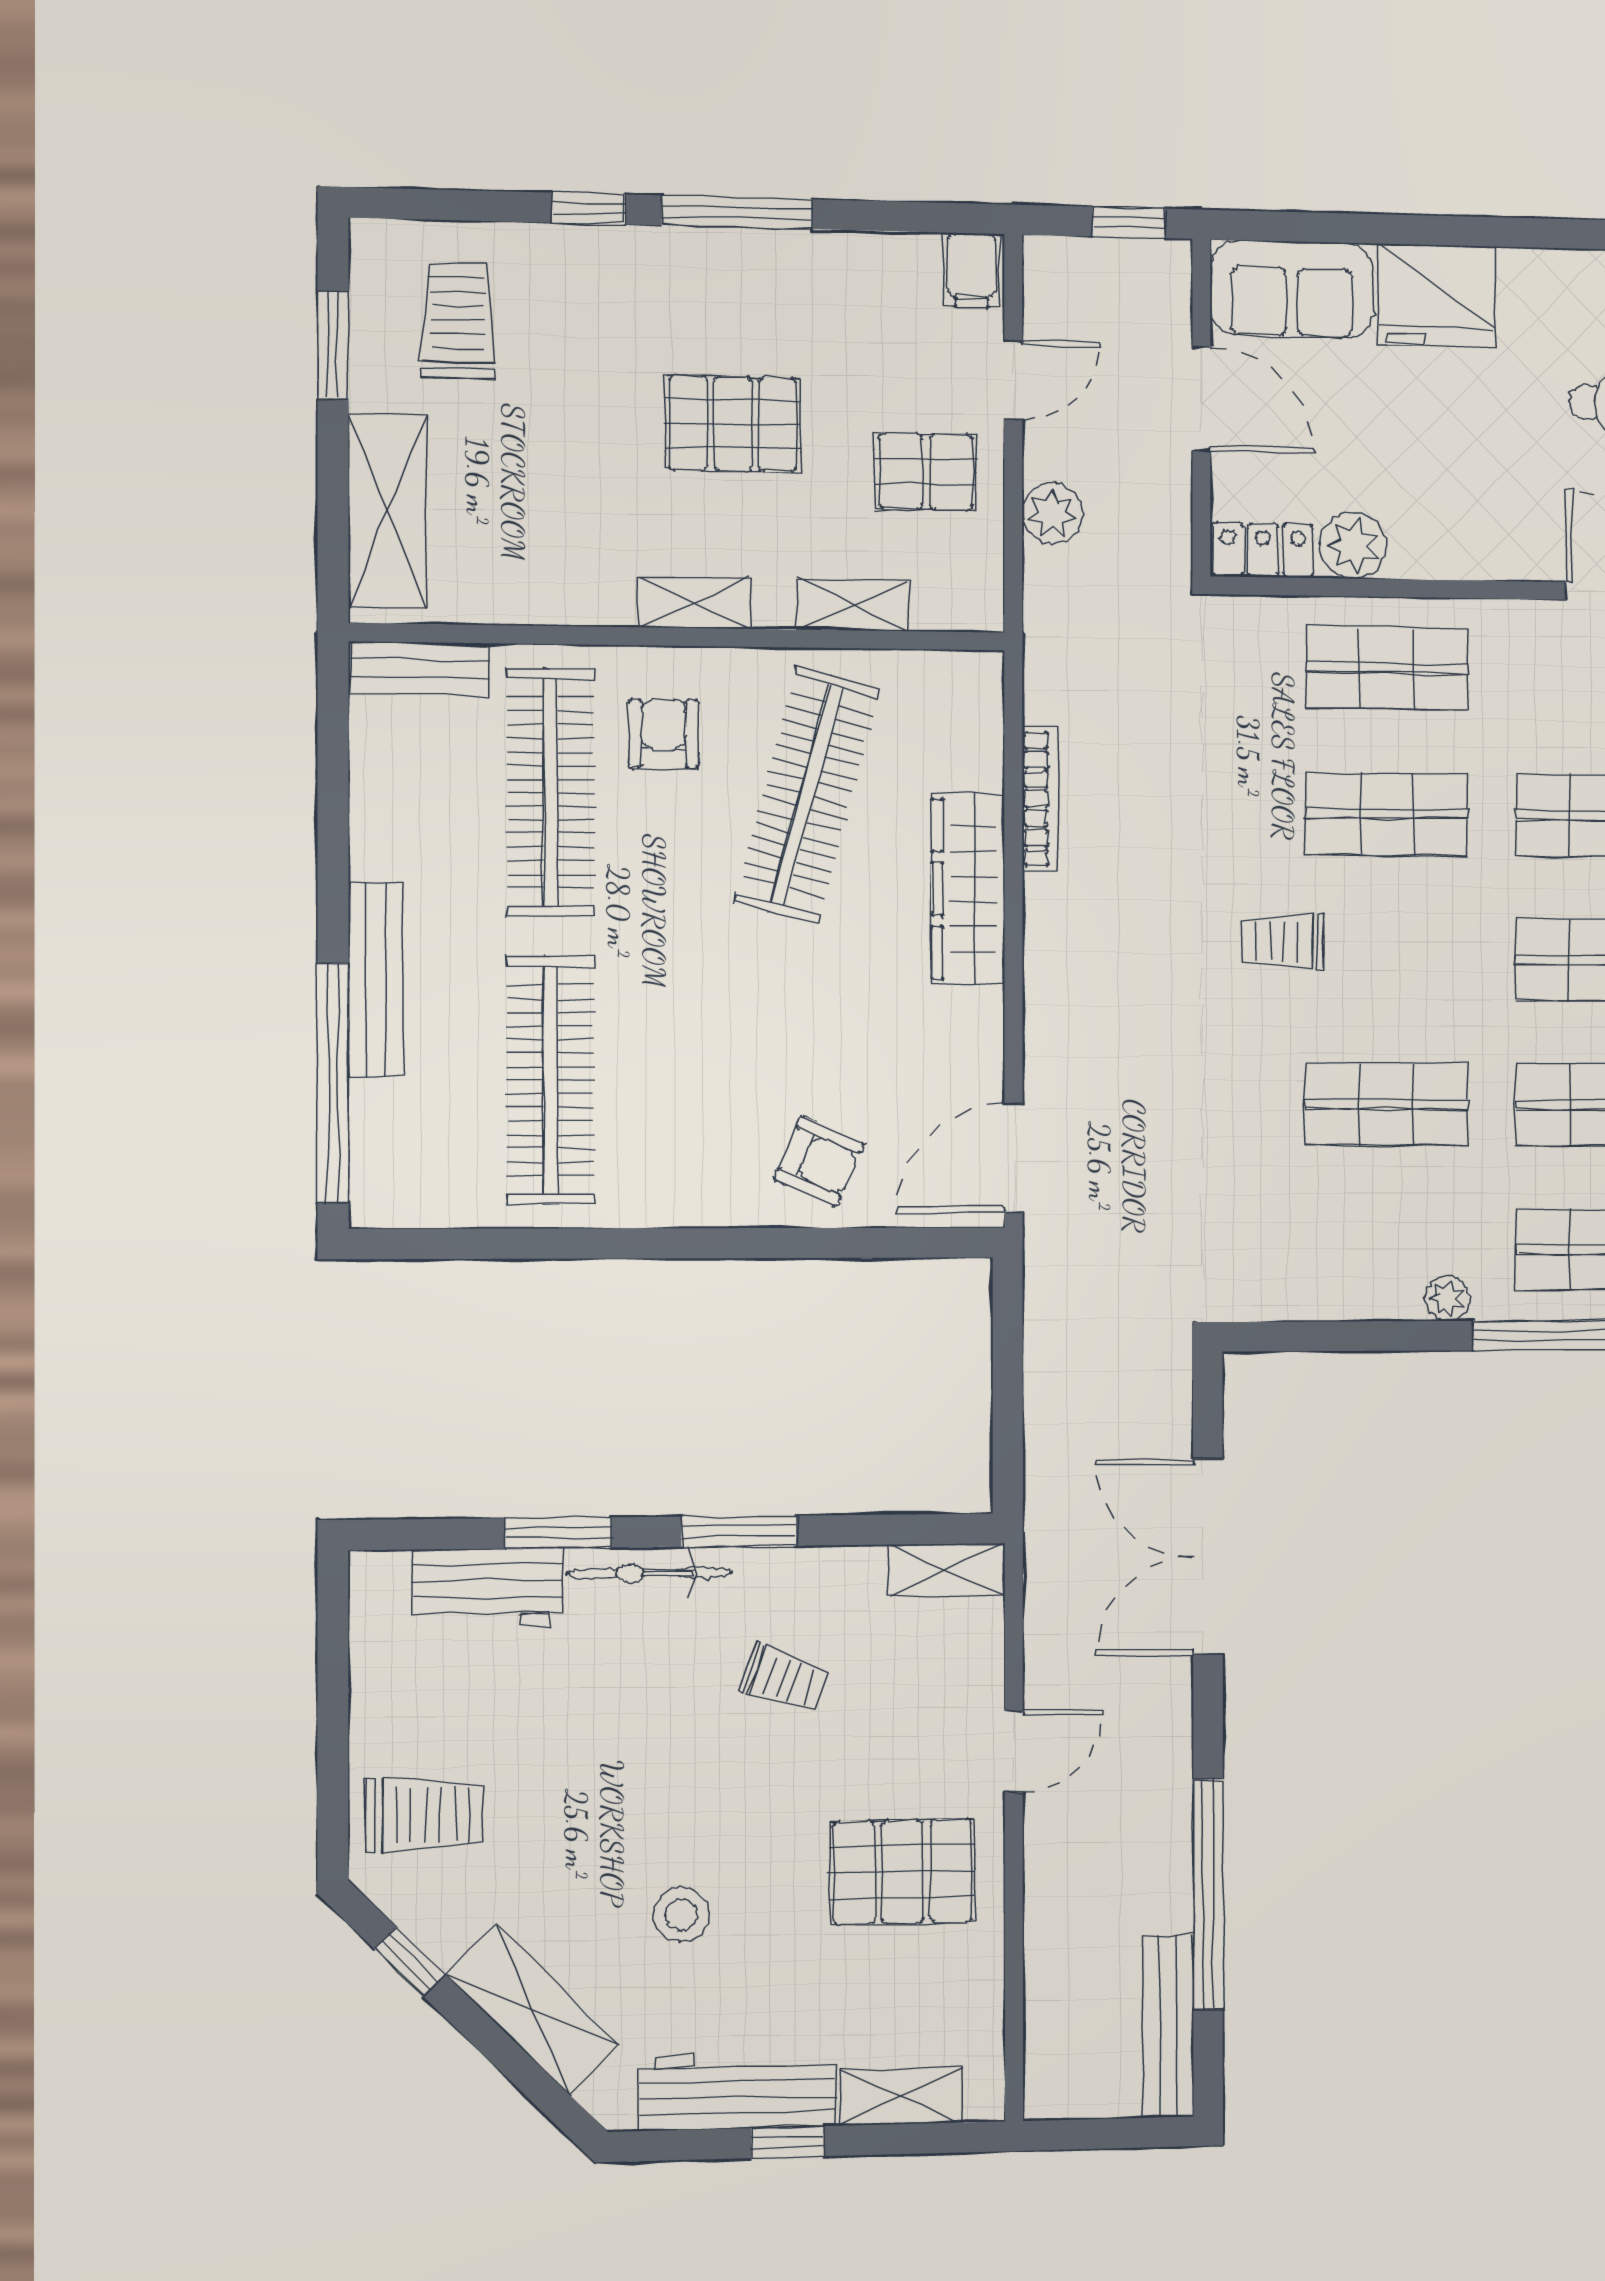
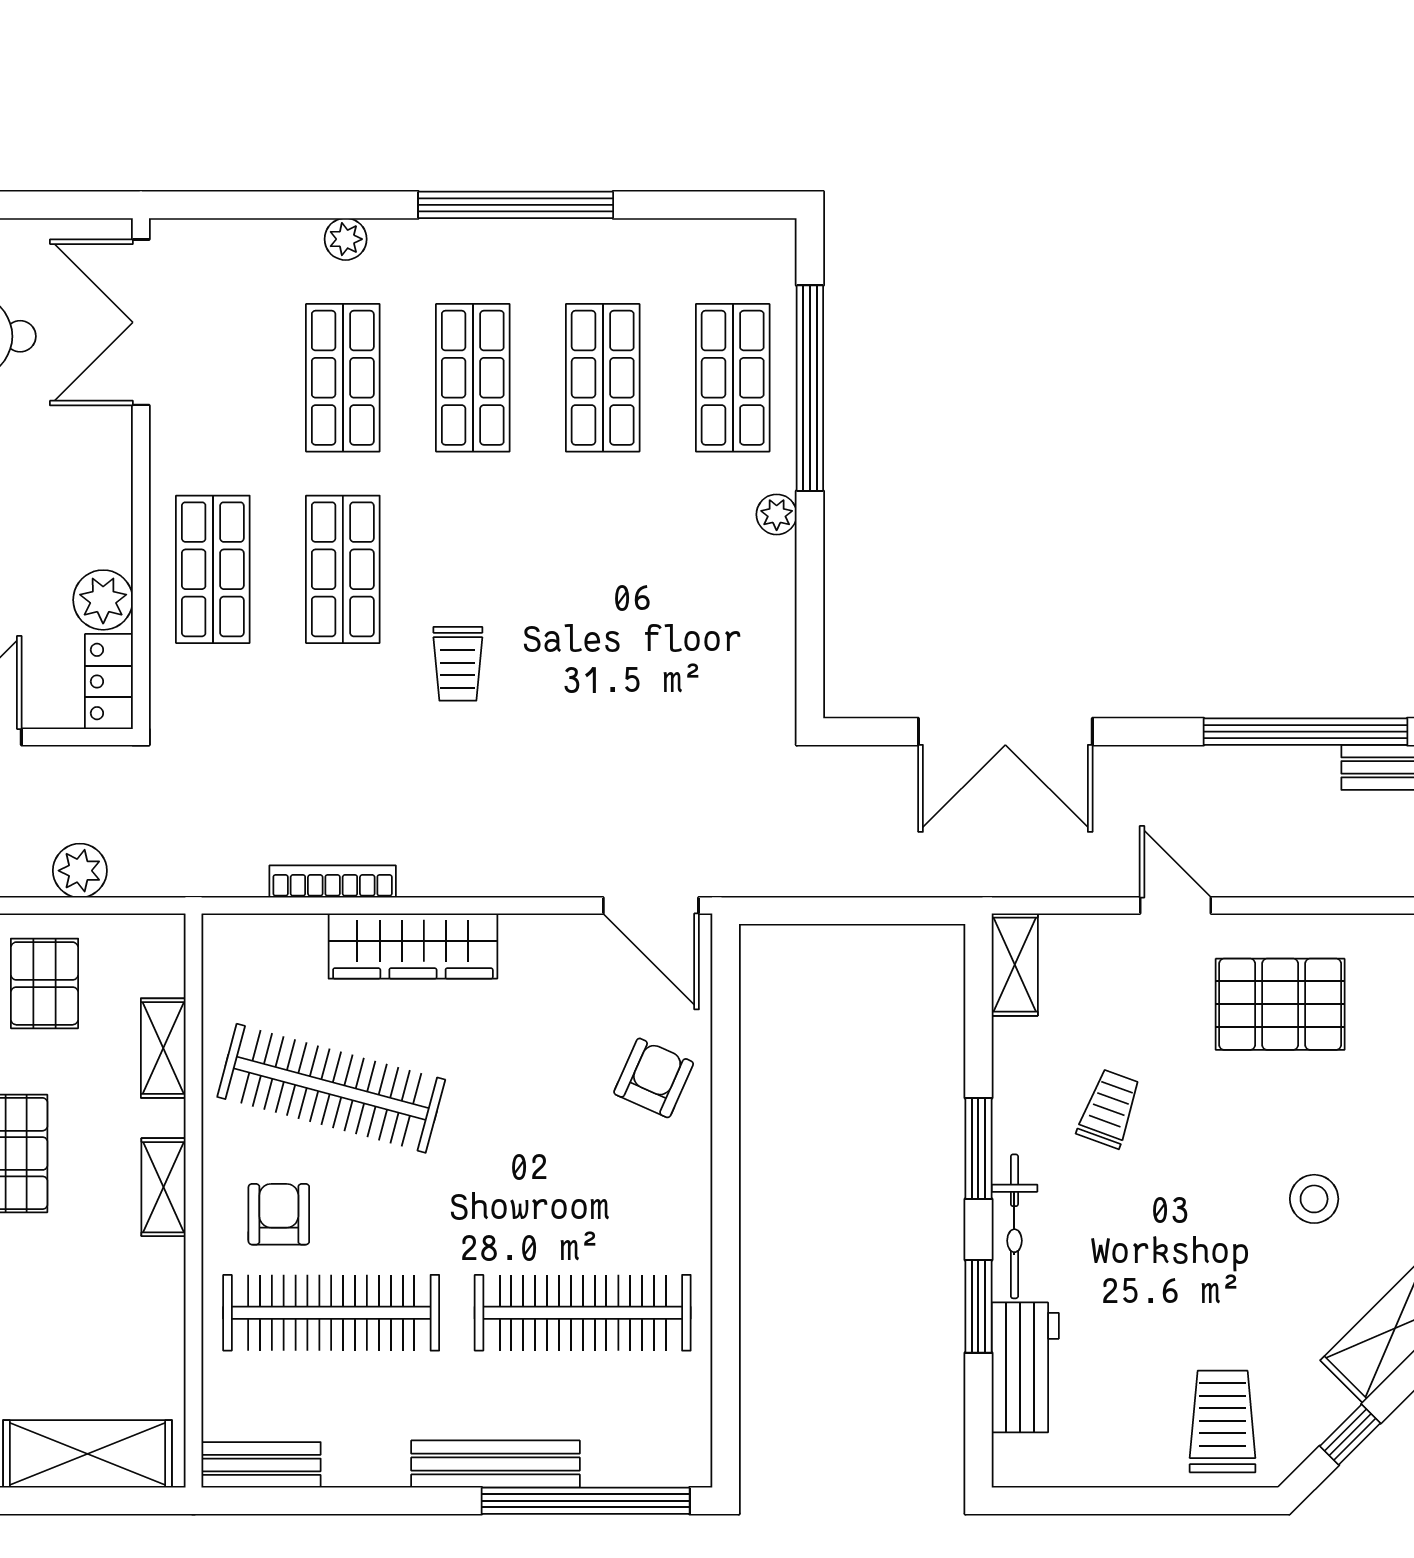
bench: (420, 668) -> (261, 1465), moved, turned 90
armchair: (664, 734) -> (279, 1214), turned 90
shop shelf: (1387, 1104) -> (603, 569), removed
pallet: (903, 1872) -> (1280, 1004), turned 90

